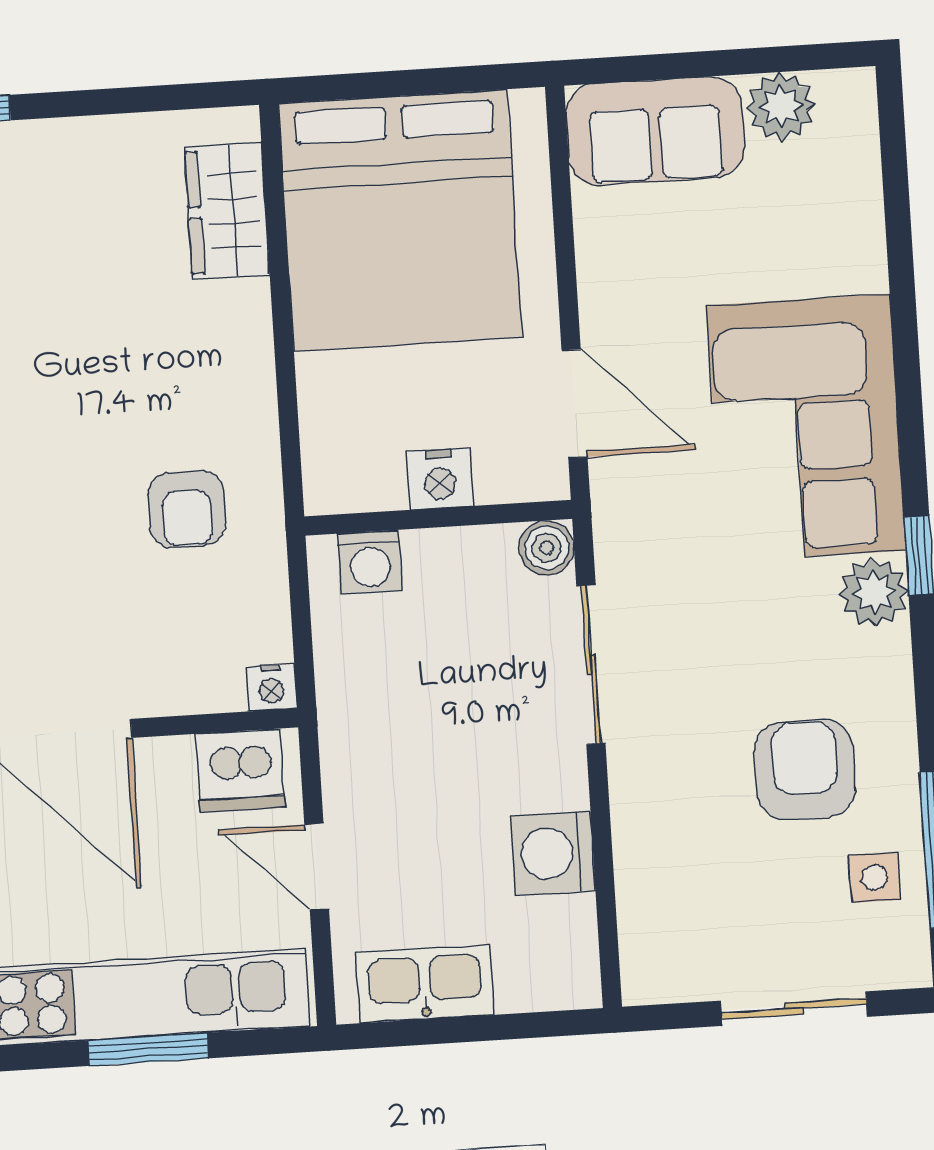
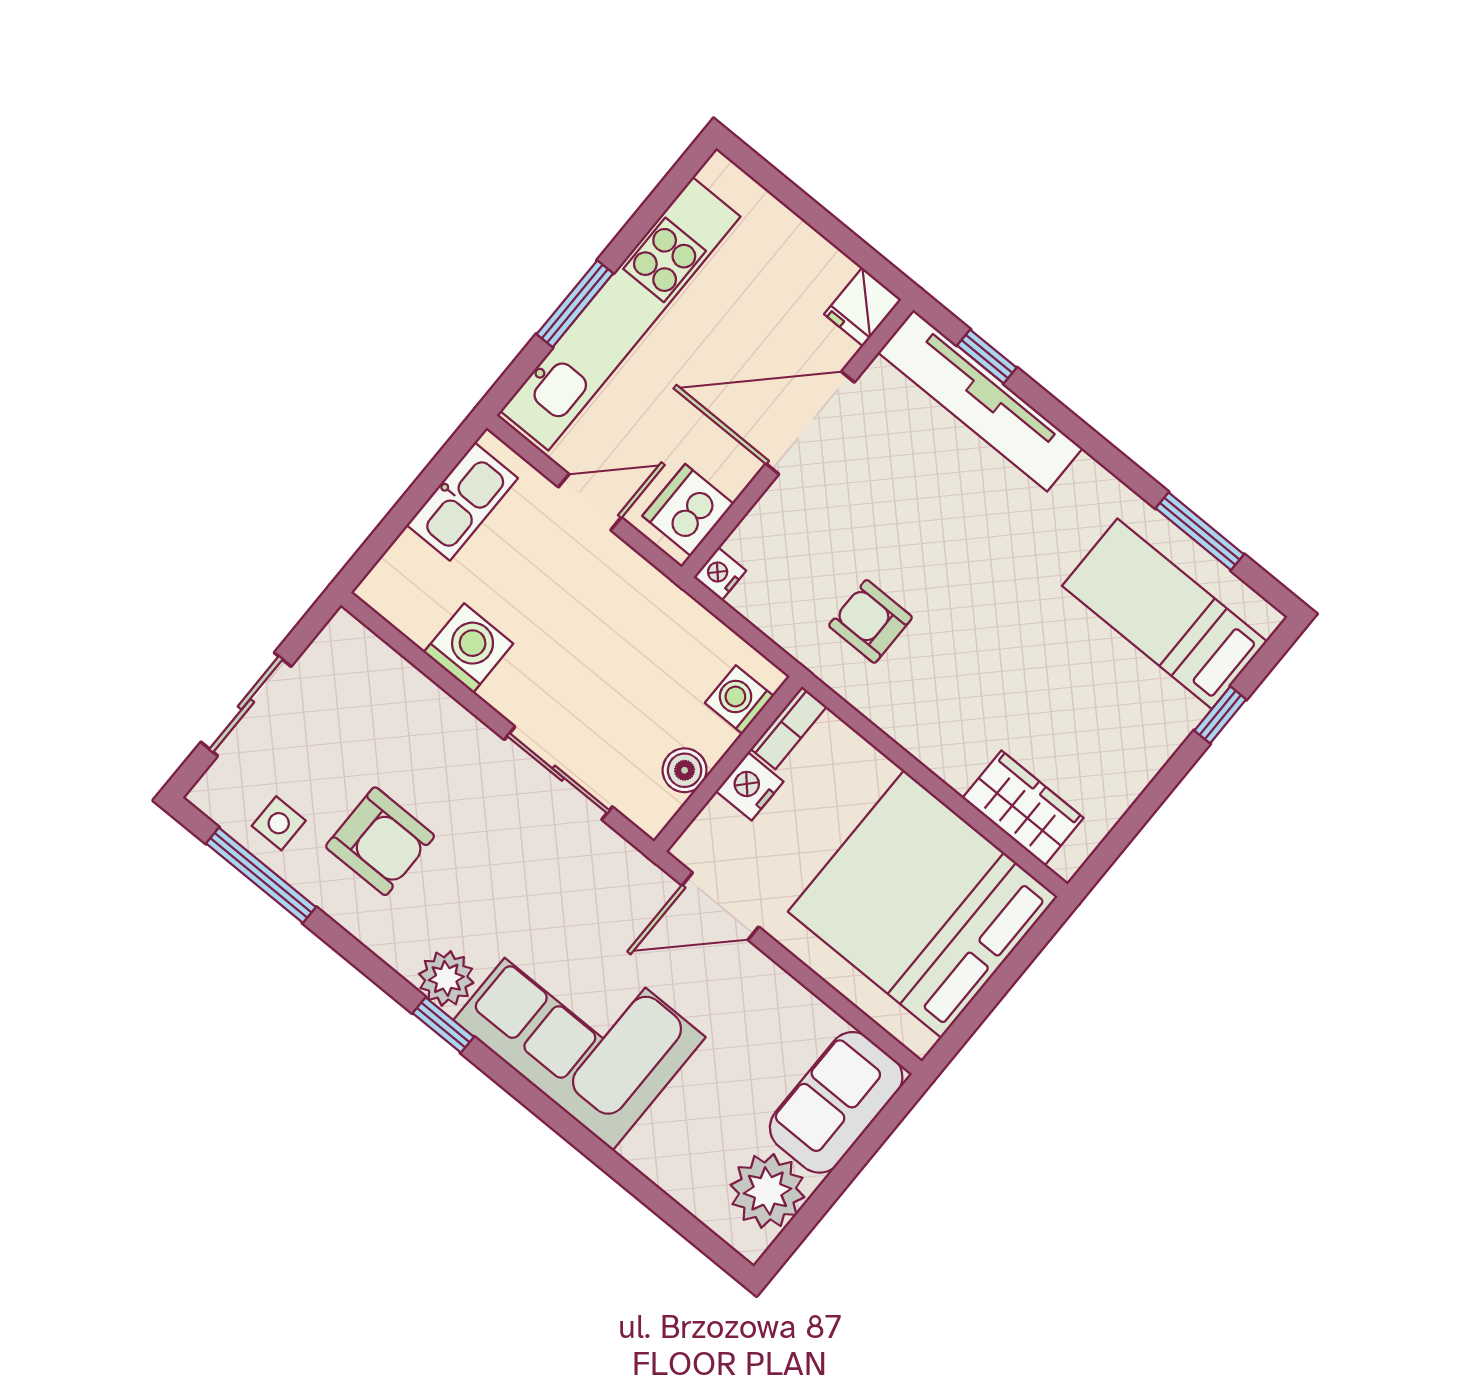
plant: (781, 106) -> (767, 1191), width x1.36, depth x1.36
bookcase: (353, 493) -> (789, 728), added
boiler: (547, 548) -> (685, 770), moved

